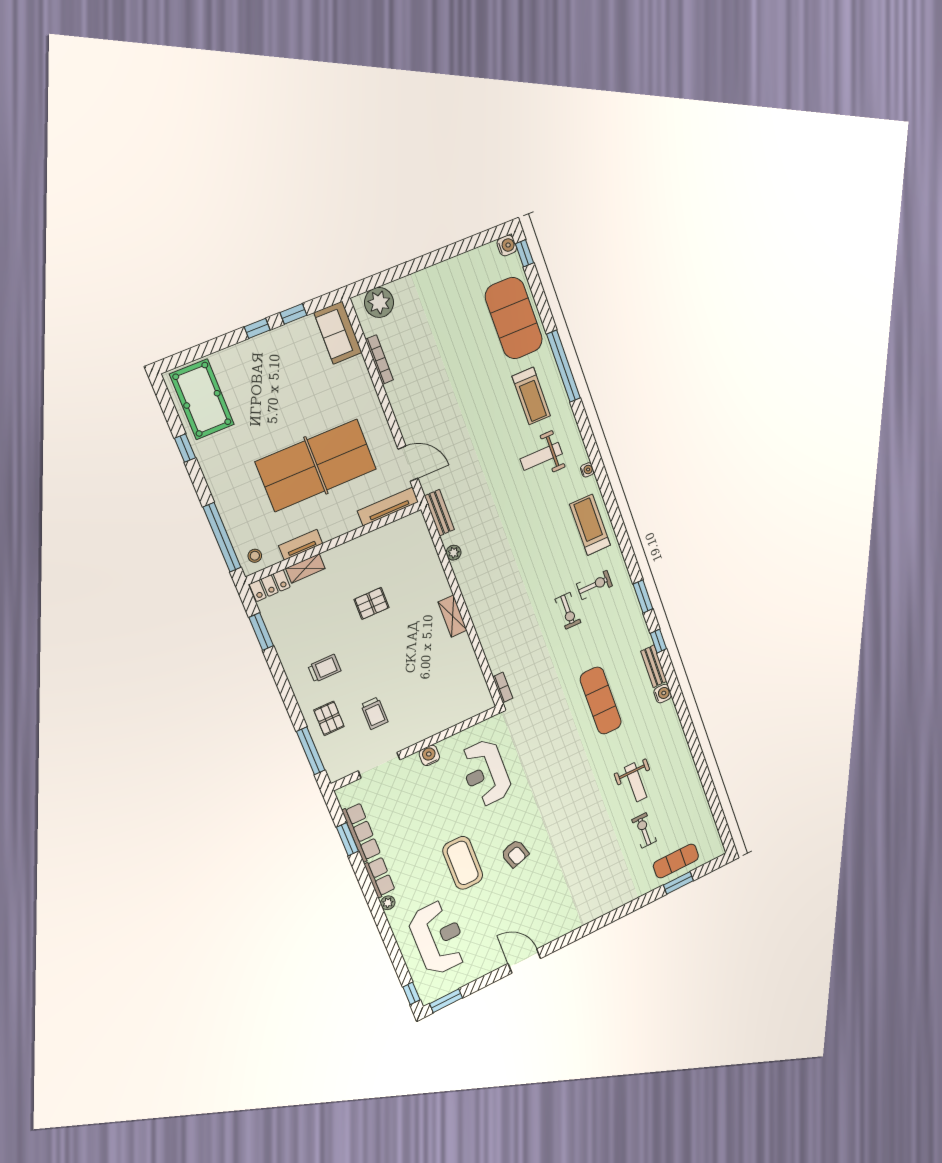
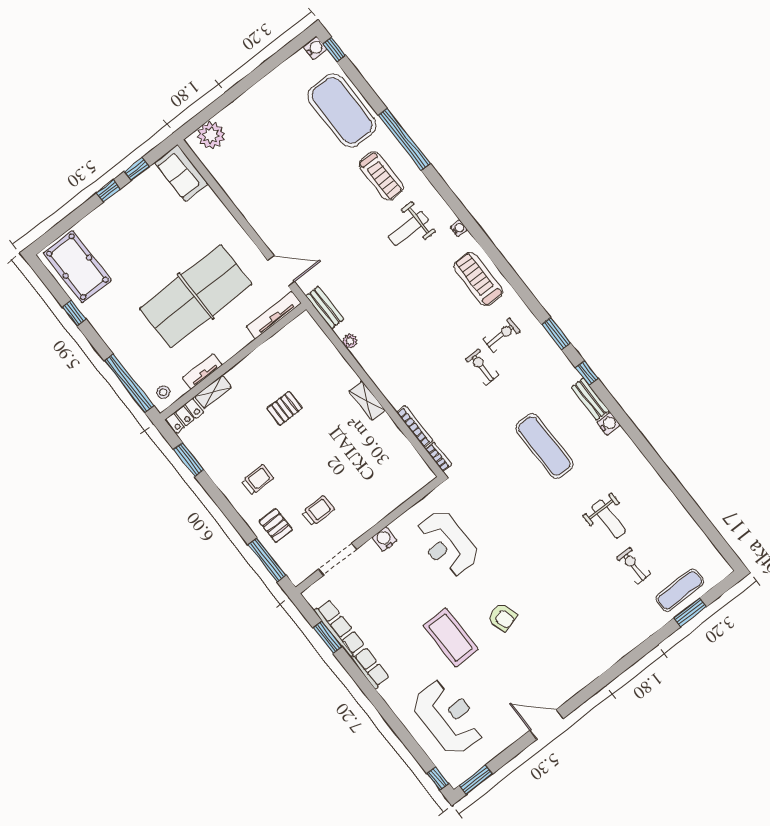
bookcase: (379, 360) -> (415, 426), moved
exercise bike: (568, 611) -> (482, 367), turned 180
trolley: (374, 713) -> (318, 511), turned -90
plant: (388, 903) -> (386, 692), removed

